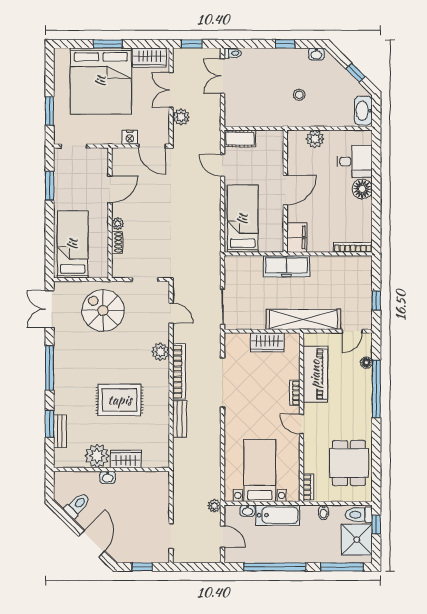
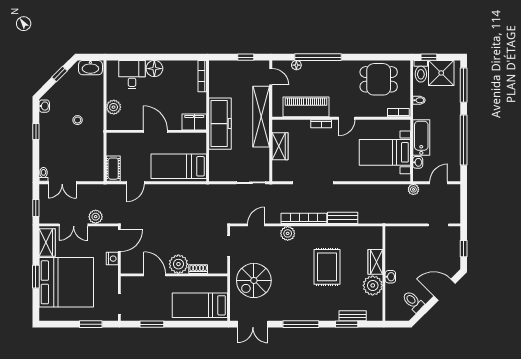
plant: (118, 224) -> (178, 264), width x1.87, depth x1.87
freezer: (287, 266) -> (220, 124), width x1.36, depth x1.26

